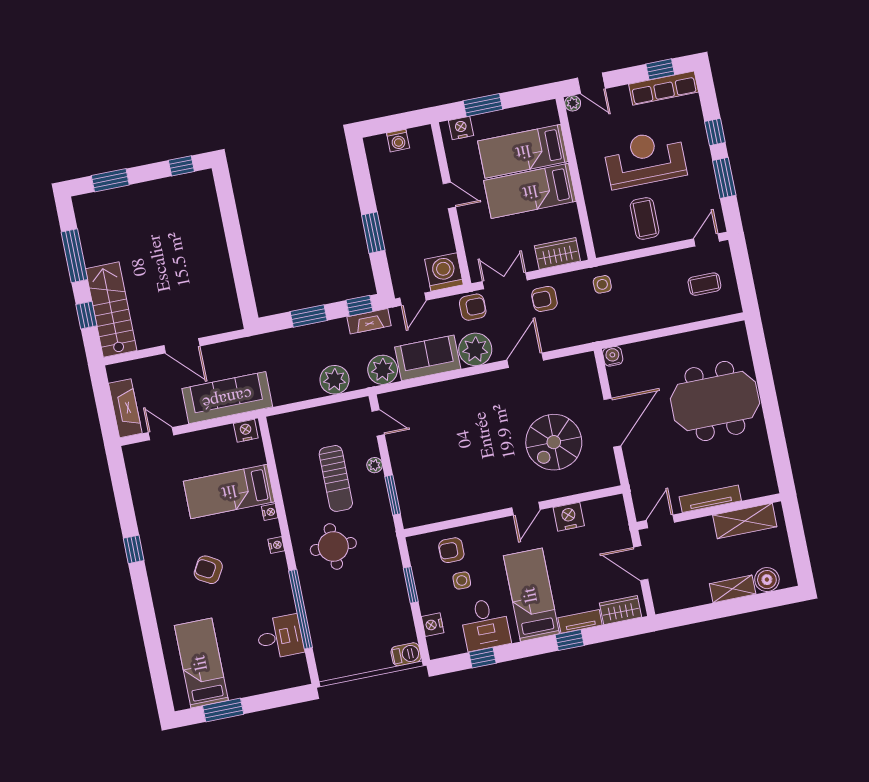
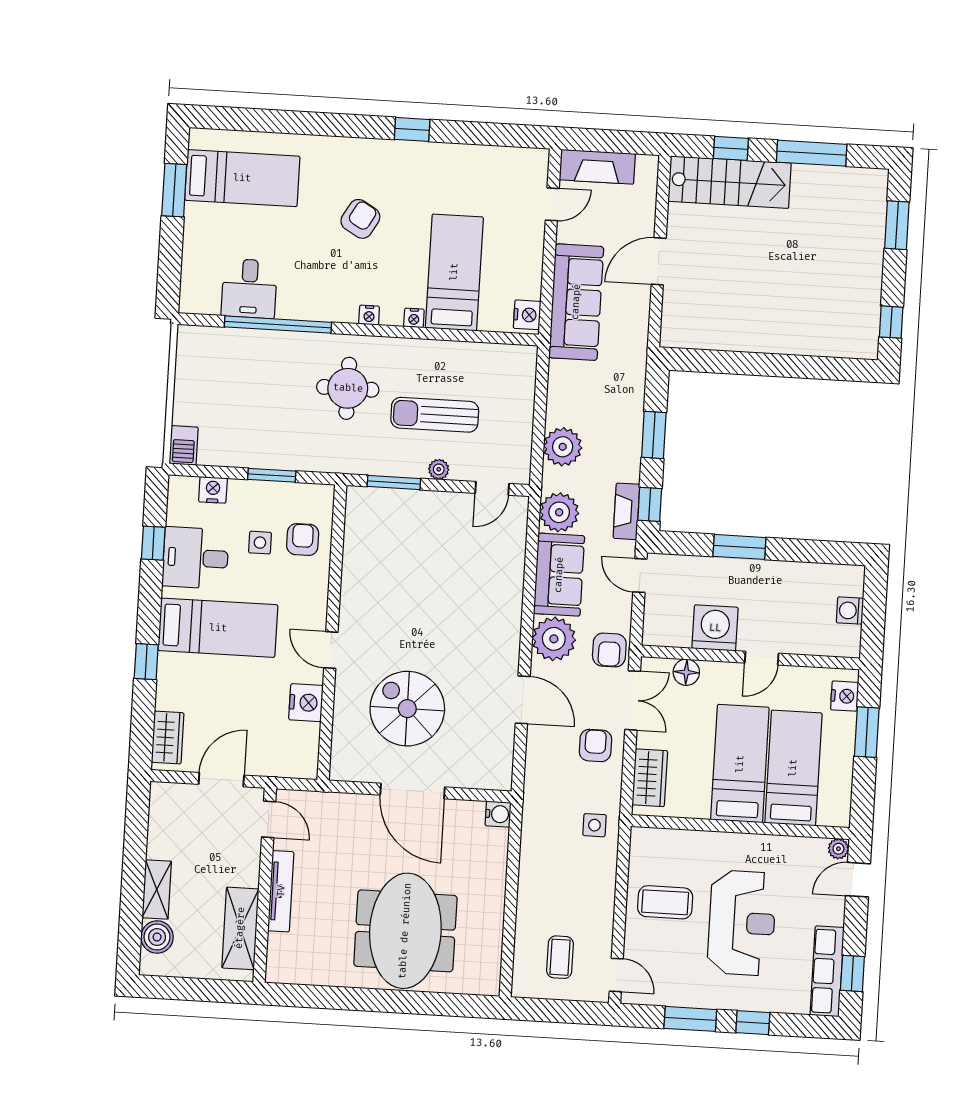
floor lamp: (474, 247) -> (686, 672), added
washing machine: (444, 272) -> (715, 628), moved, turned -90
tv unit: (580, 621) -> (167, 681), removed

